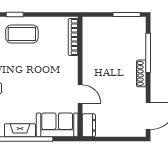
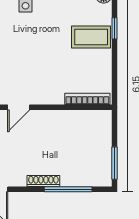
coffee table: (22, 34) -> (91, 37), turned 90

